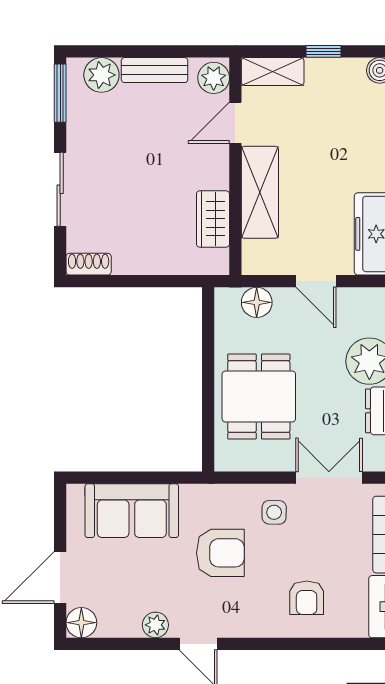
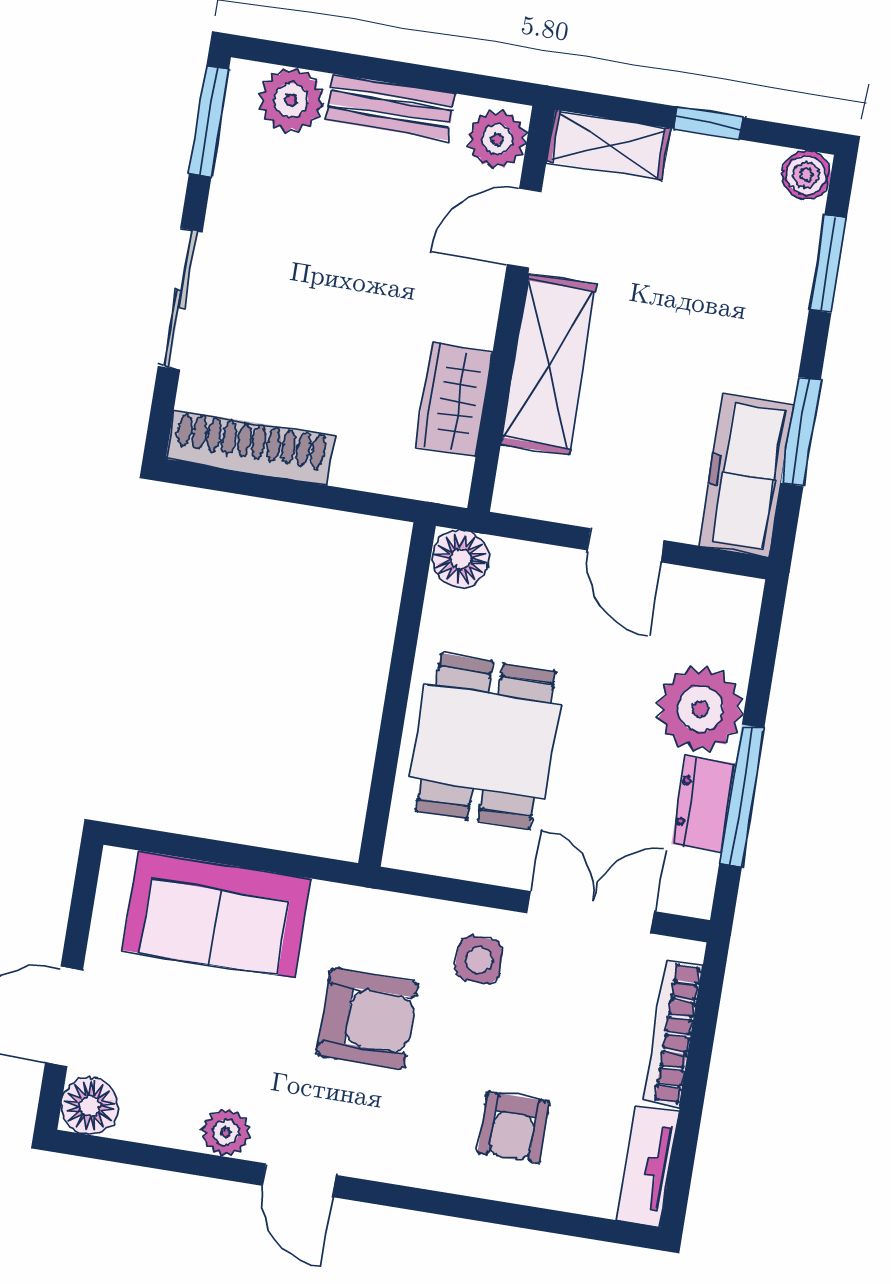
shoe rack: (89, 264) -> (251, 447), width x1.94, depth x1.24
floor lamp: (257, 302) -> (461, 559), moved

